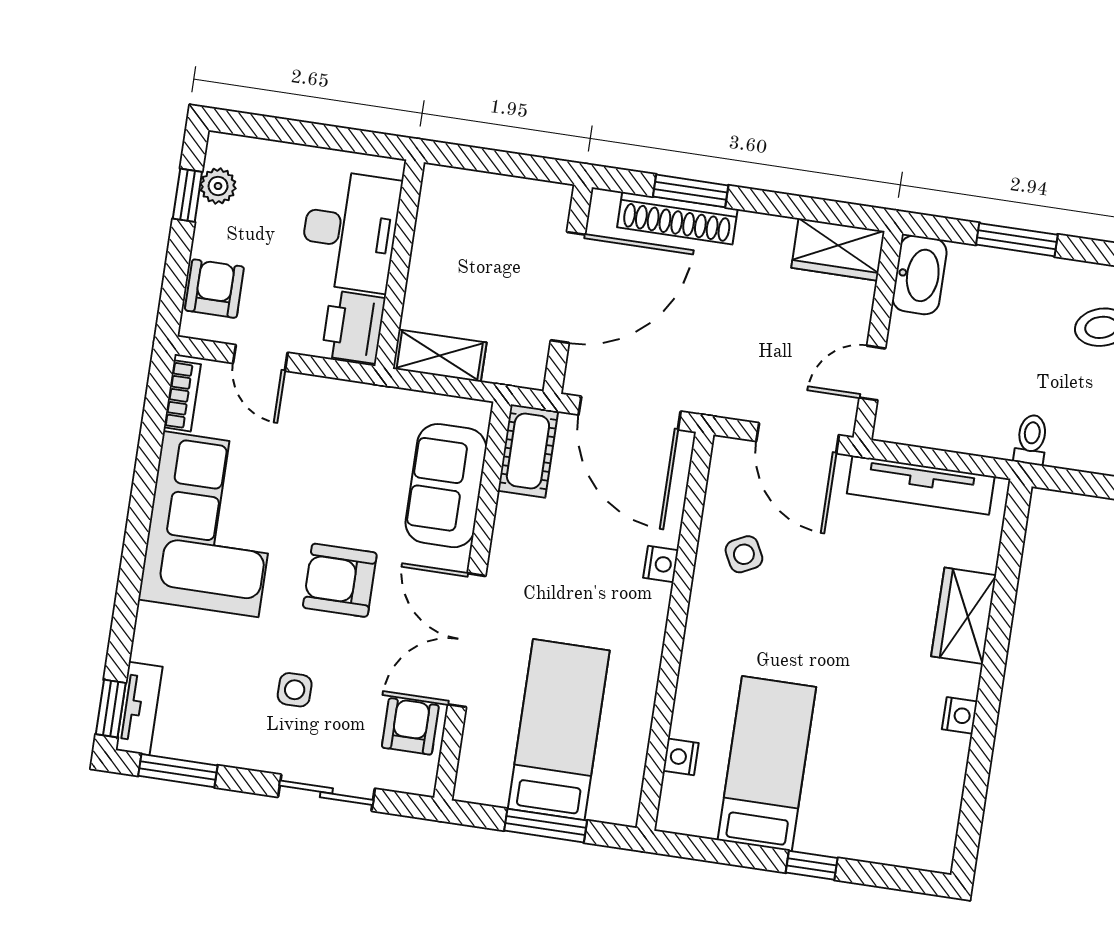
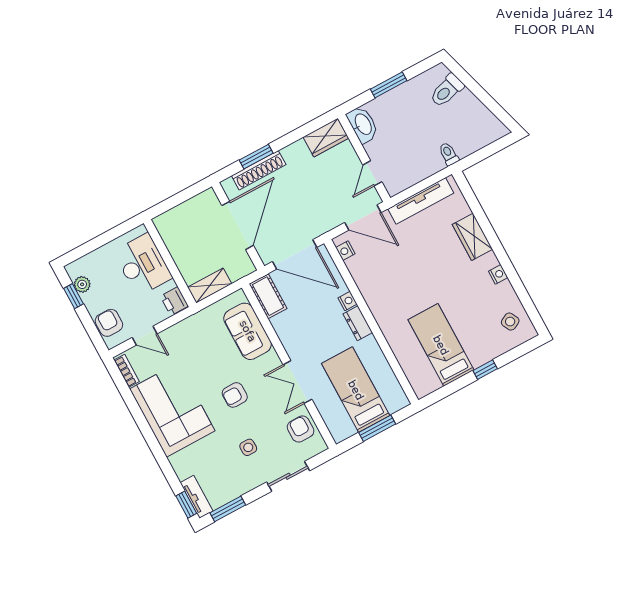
printer: (353, 327) -> (174, 301), width x0.73, depth x0.81
side table: (744, 554) -> (510, 322), moved
armchair: (340, 580) -> (235, 395), width x0.72, depth x0.72
dresser: (649, 616) -> (358, 323), added
double door: (467, 640) -> (297, 382), width x0.73
nightstand: (681, 757) -> (345, 251), moved

